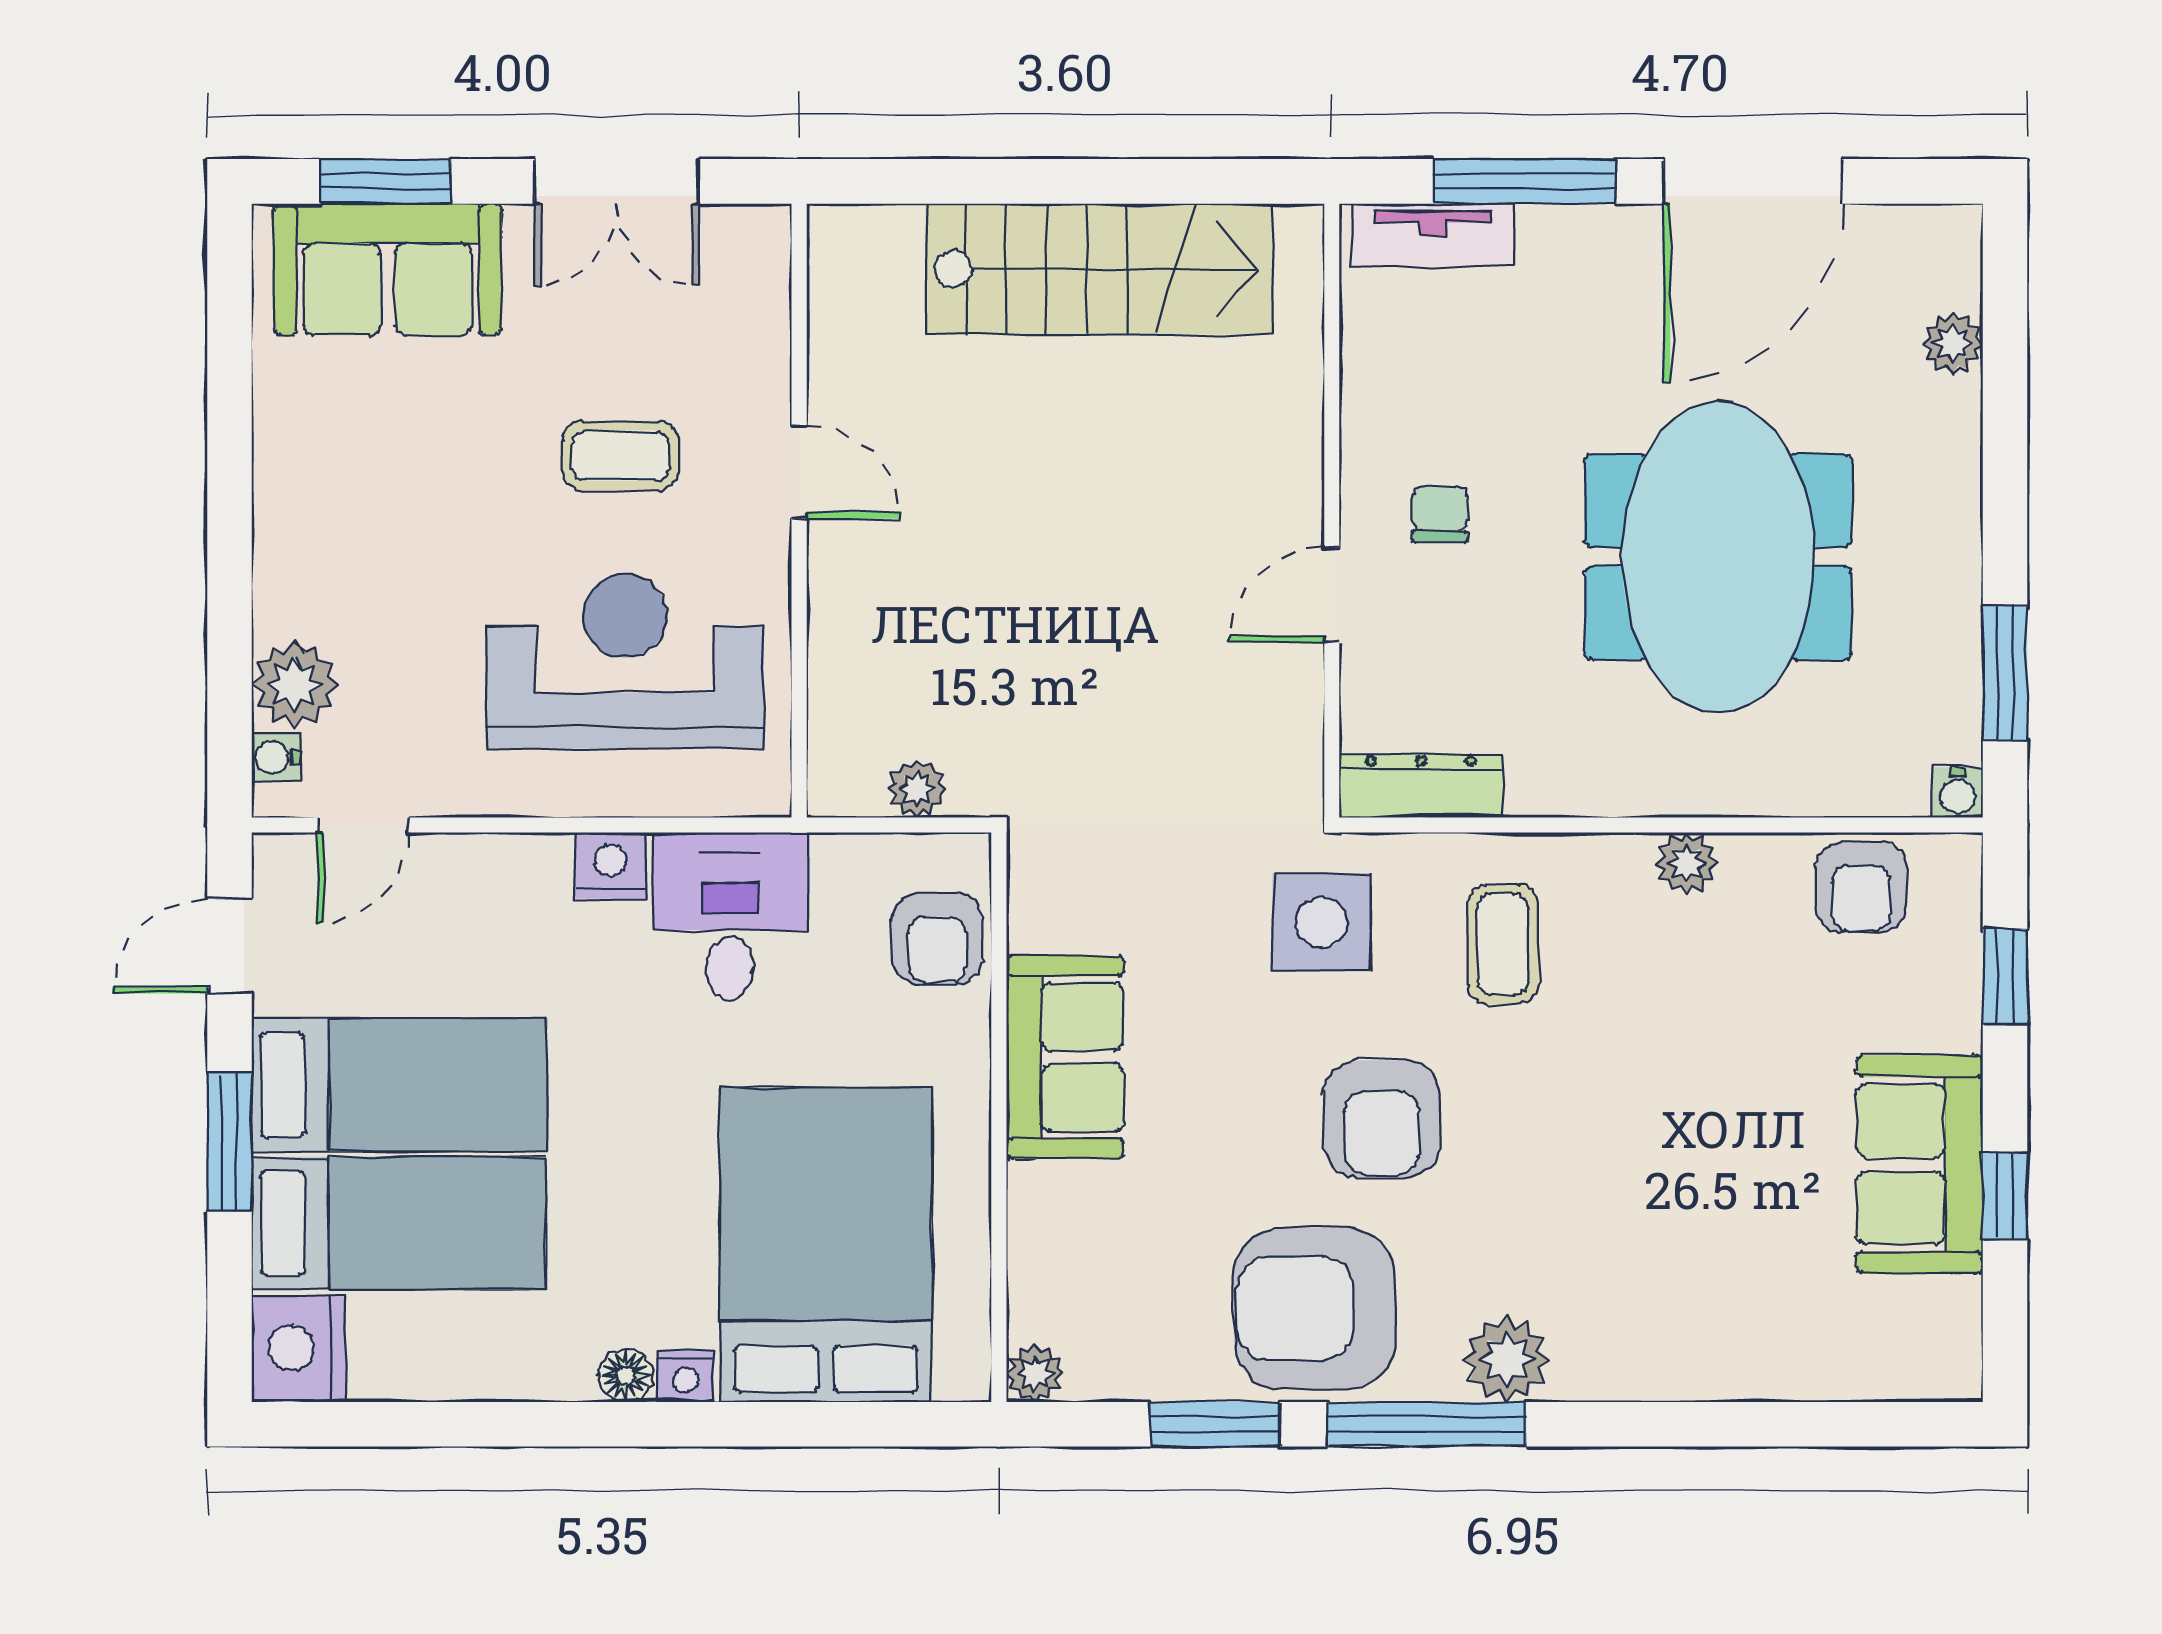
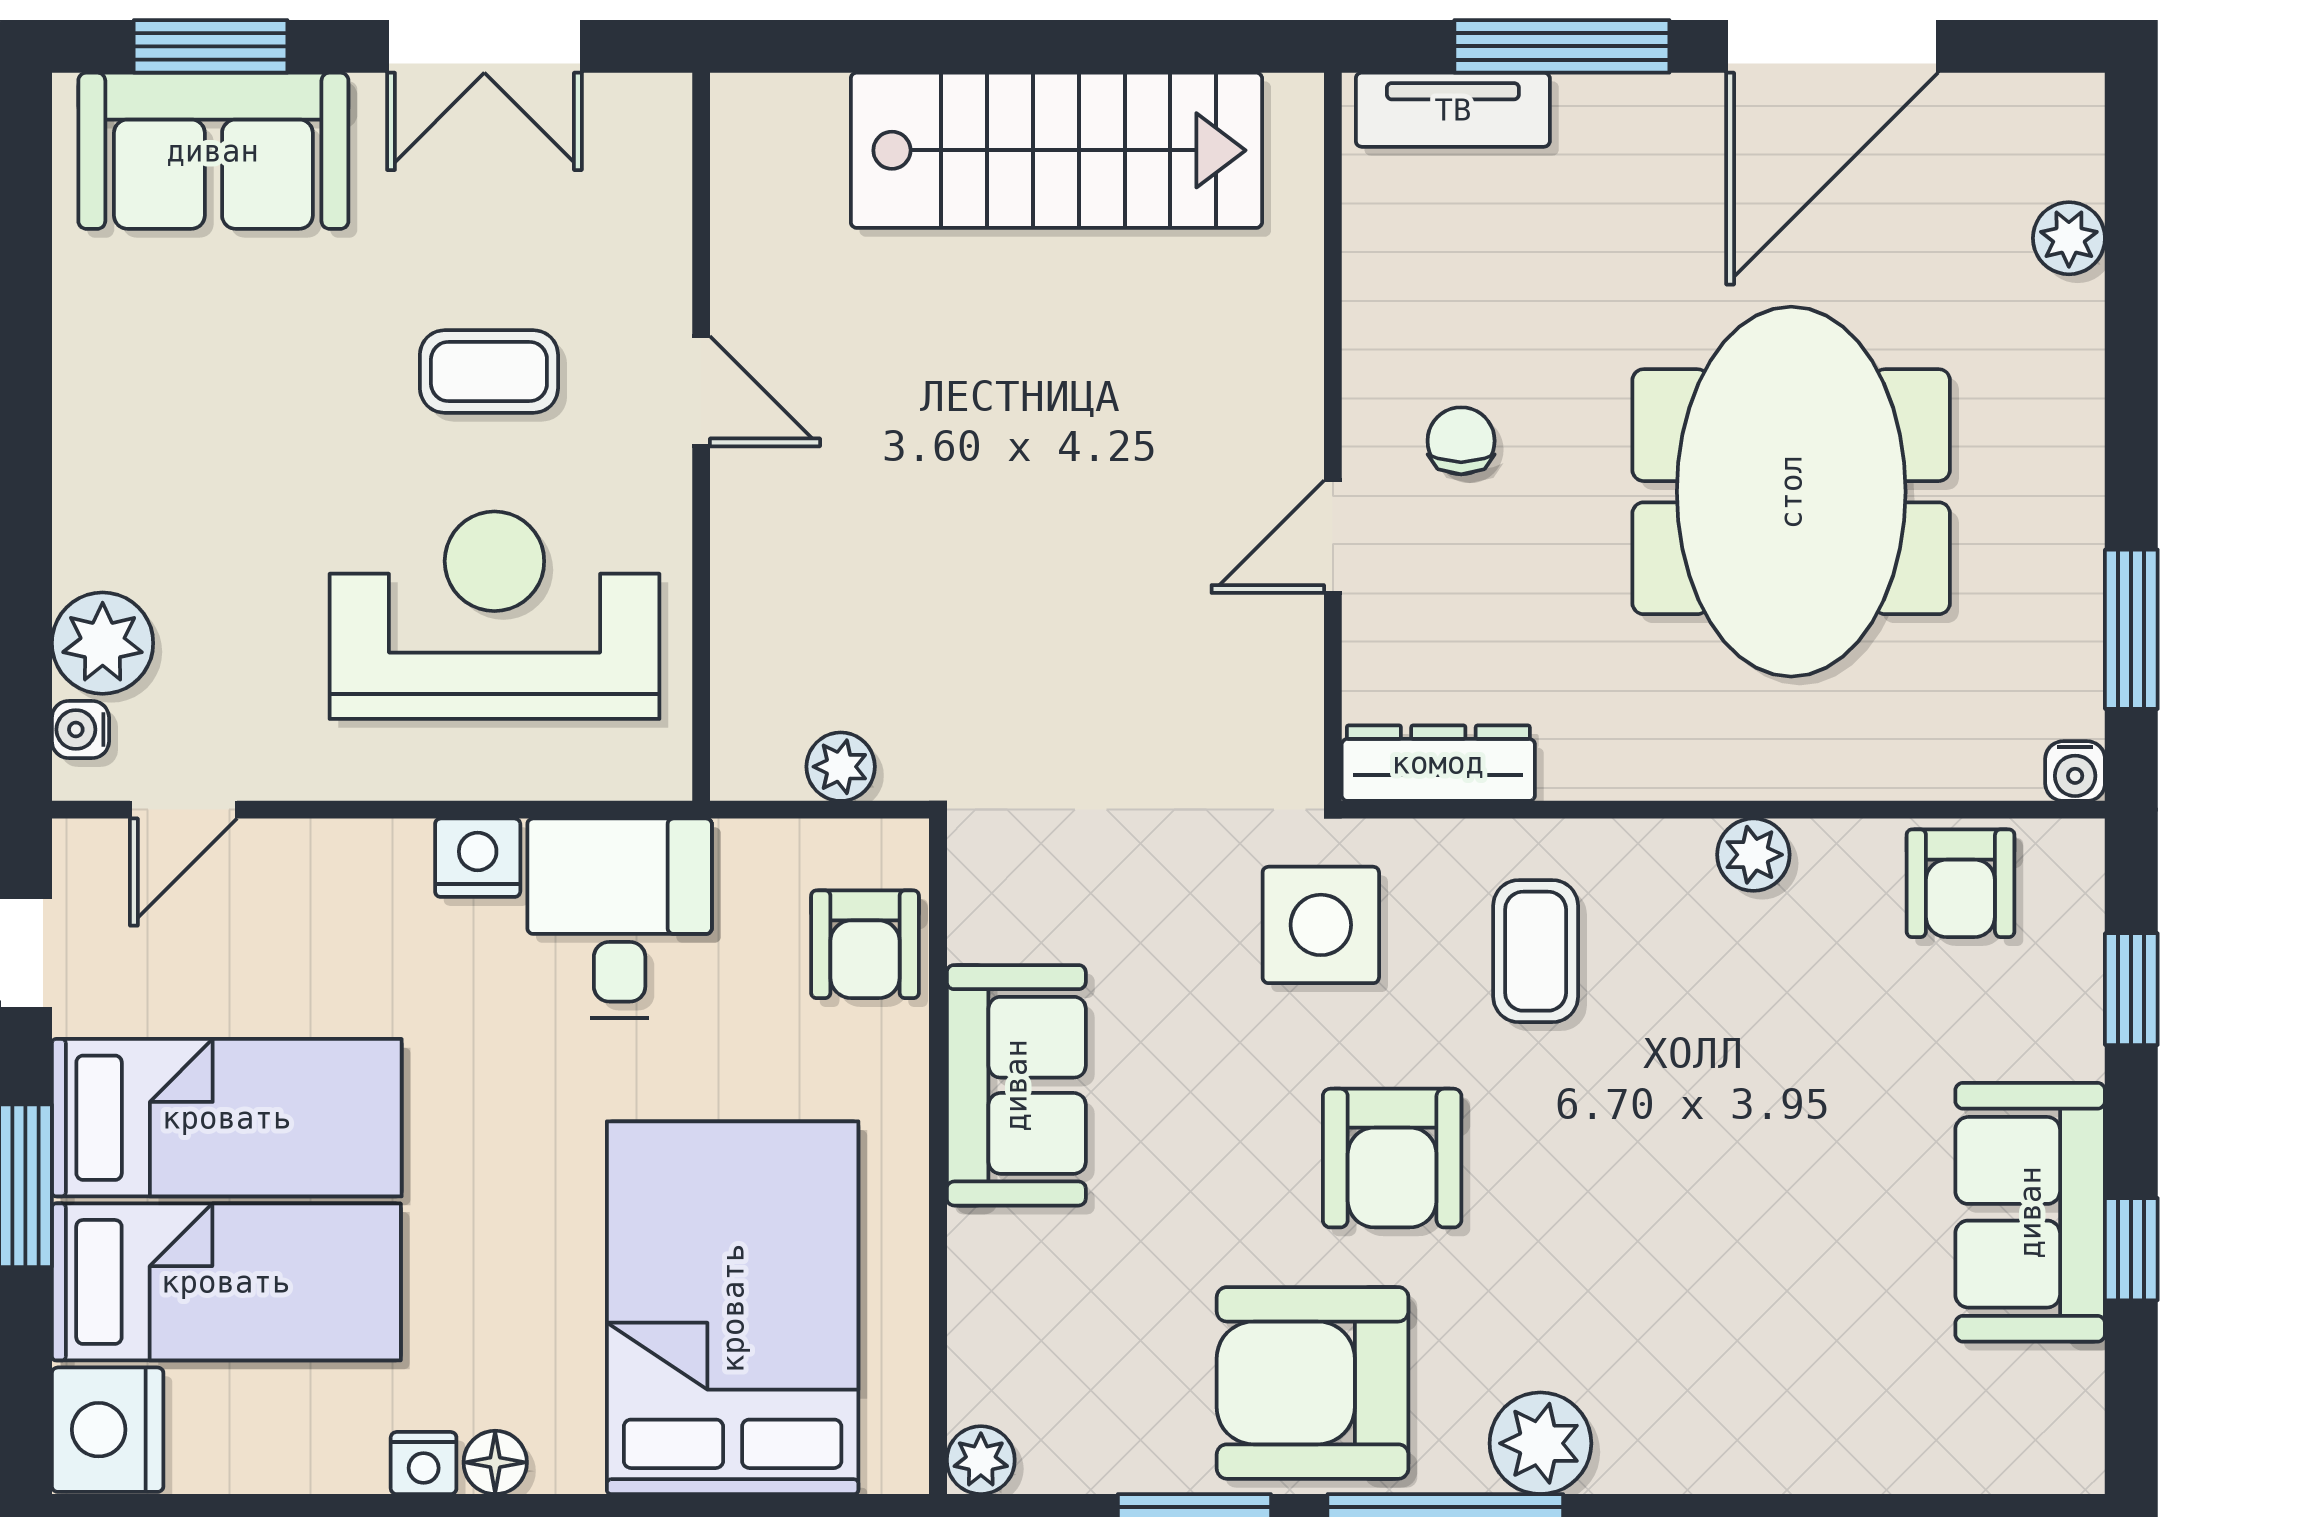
nightstand: (686, 1376) -> (424, 1463), moved

